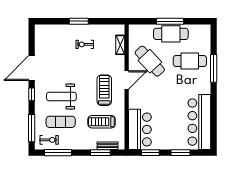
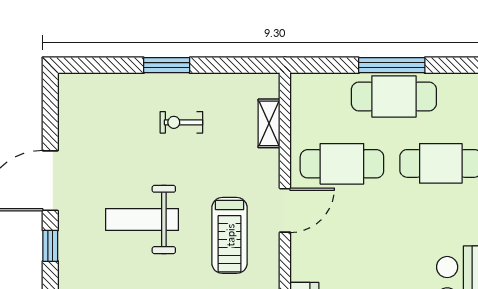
cafe table: (150, 61) -> (342, 164), turned -47
treadmill: (104, 90) -> (230, 235), turned 180
weight bench: (61, 96) -> (142, 219), moved

